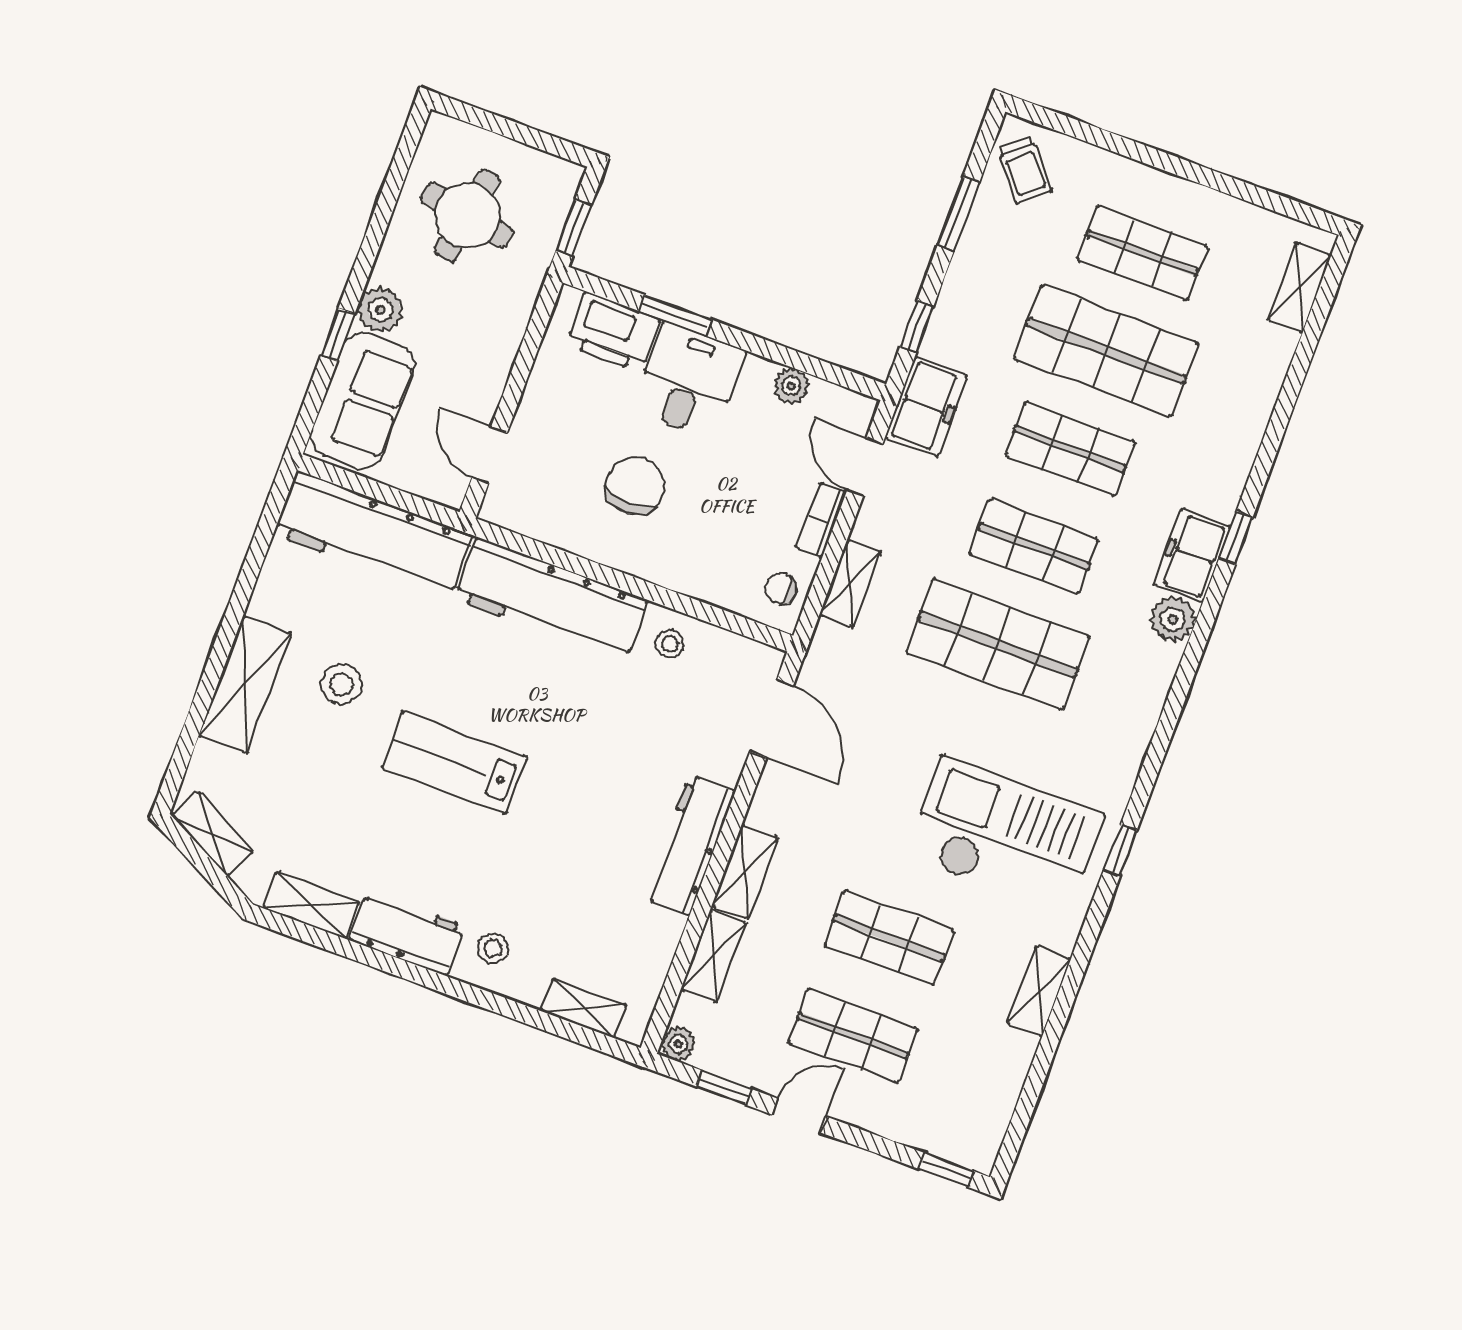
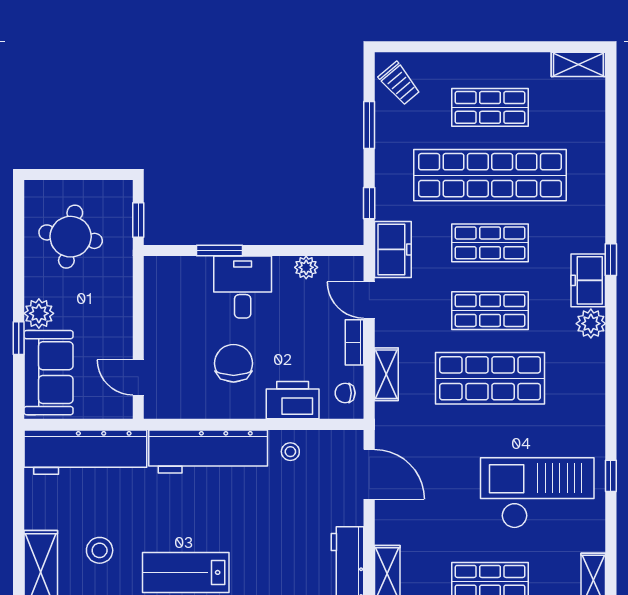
shelving: (1299, 288) -> (578, 64), moved, turned 90
printer: (613, 332) -> (293, 400), moved, turned 180
shop shelf: (1106, 351) -> (490, 175), width x1.40

